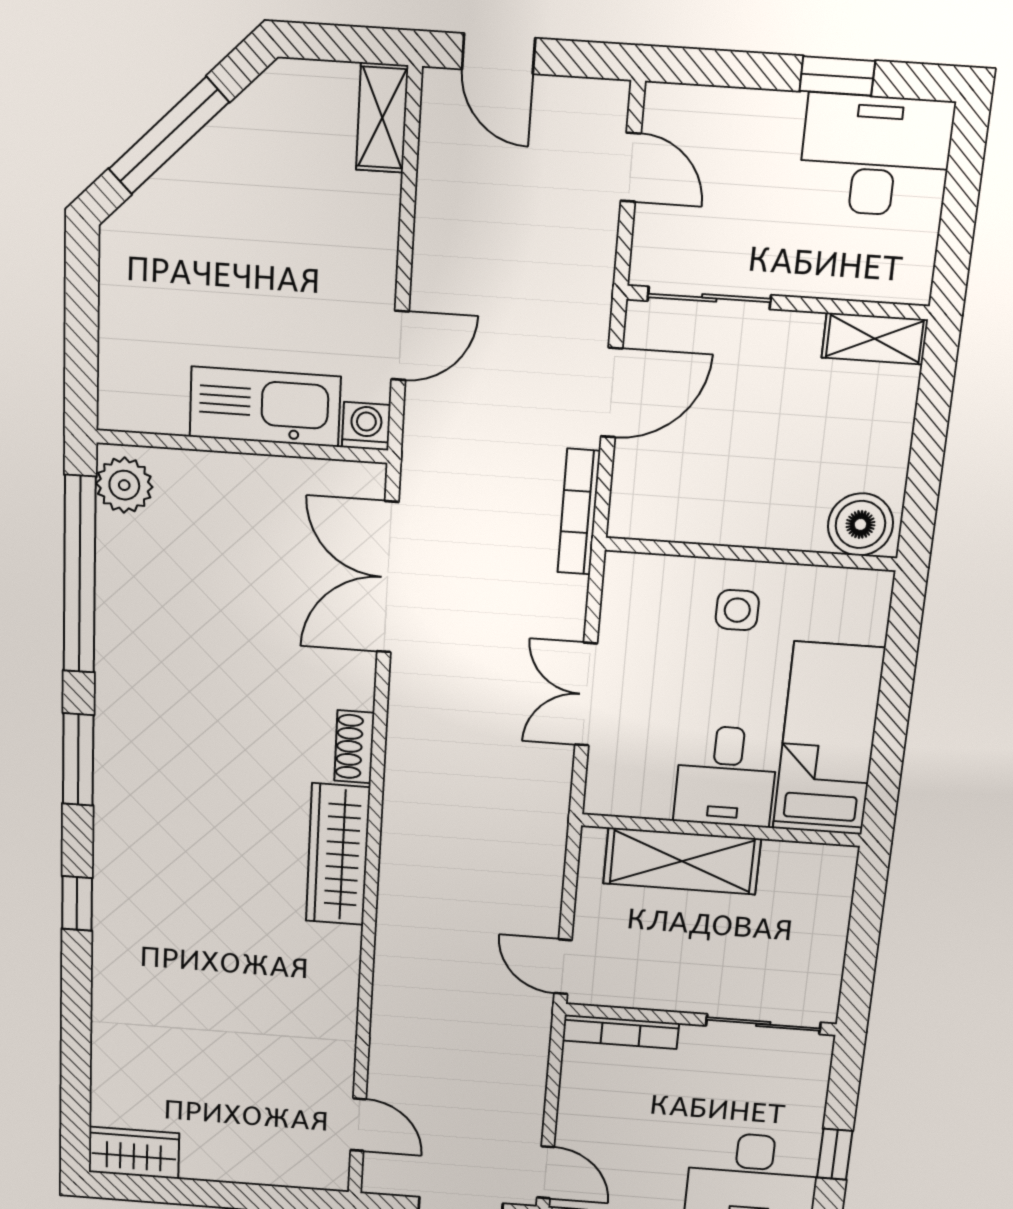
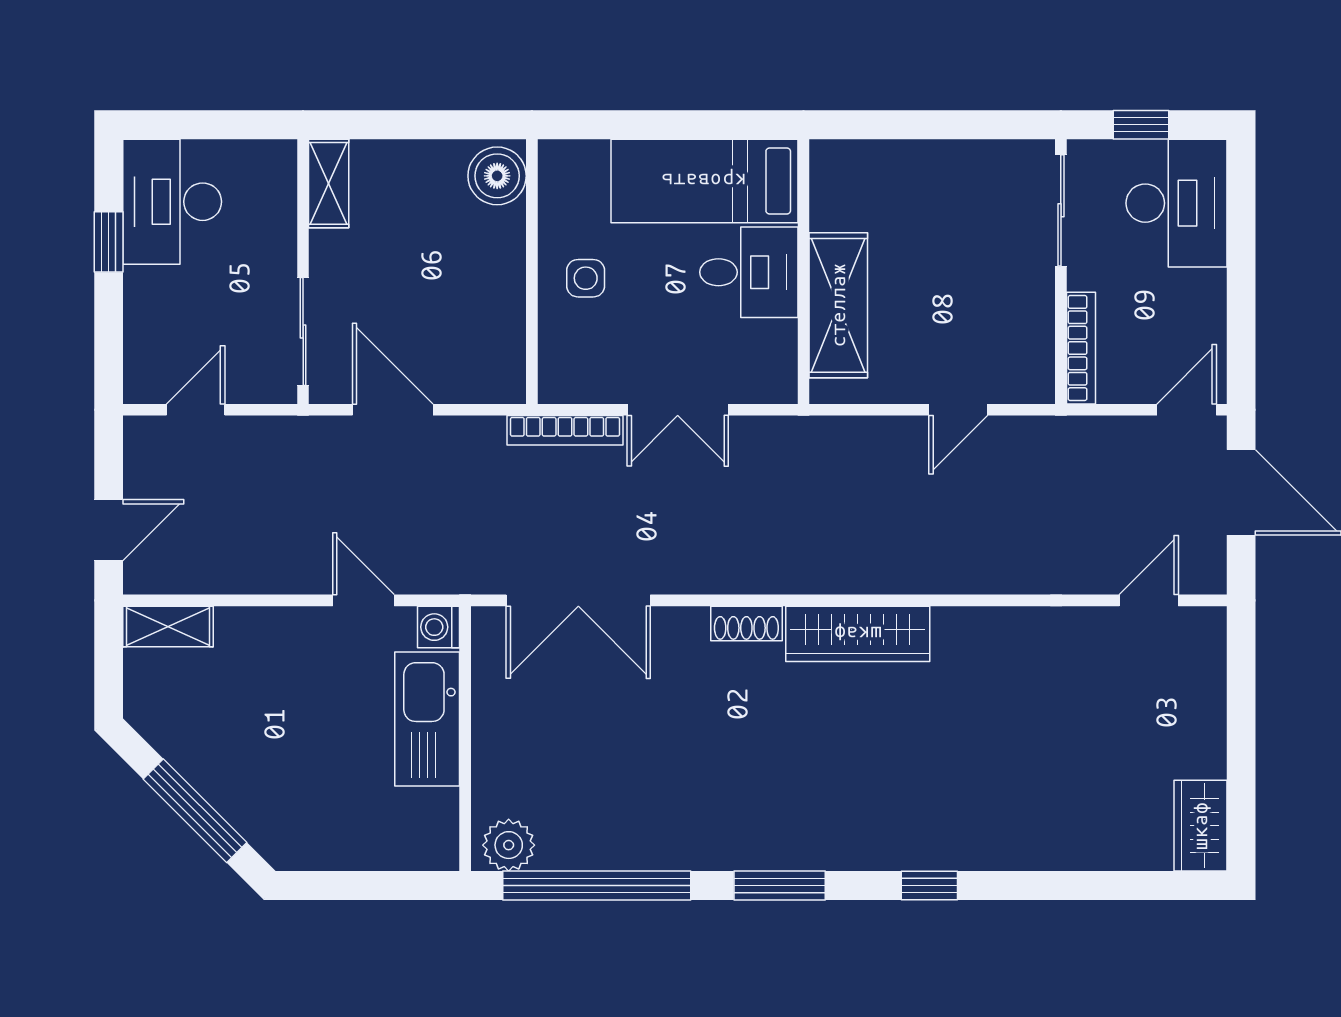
bookcase: (579, 512) -> (565, 430), moved
wall: (701, 1019) -> (1061, 272), moved
sliding door: (763, 1024) -> (1061, 210), moved
bookcase: (621, 1032) -> (1081, 348), moved

